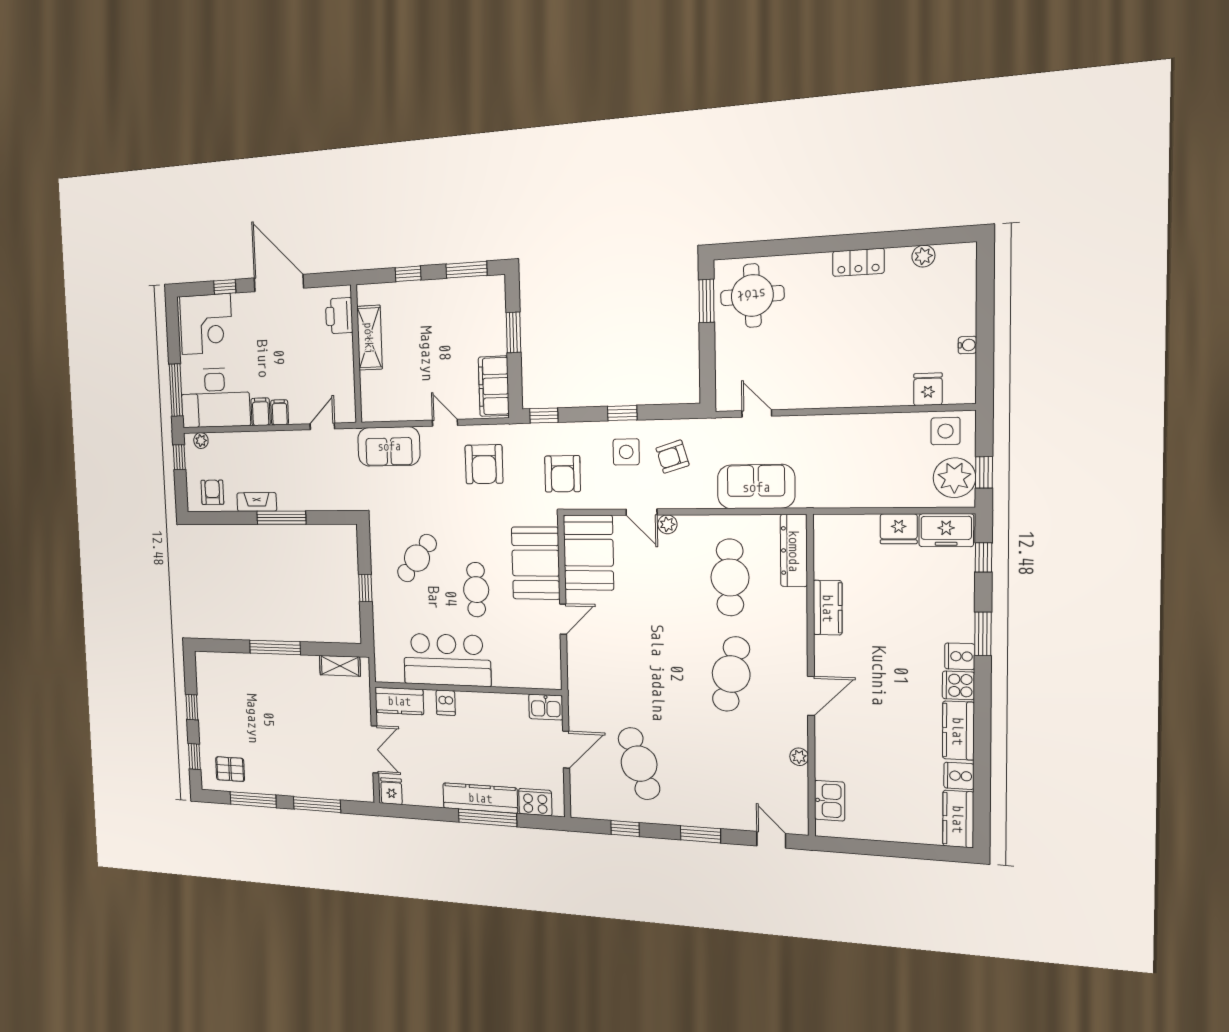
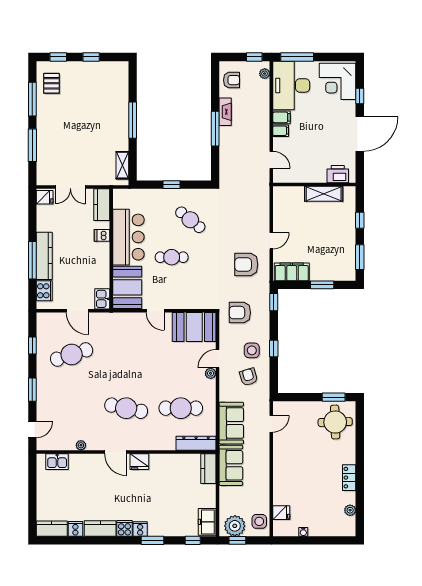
sofa: (389, 446) -> (231, 465), moved, turned 180
fridge: (899, 529) -> (139, 462), moved, turned -90
booth: (536, 563) -> (127, 287), moved, turned 90
kitchen counter: (828, 608) -> (208, 469), moved, turned 90

